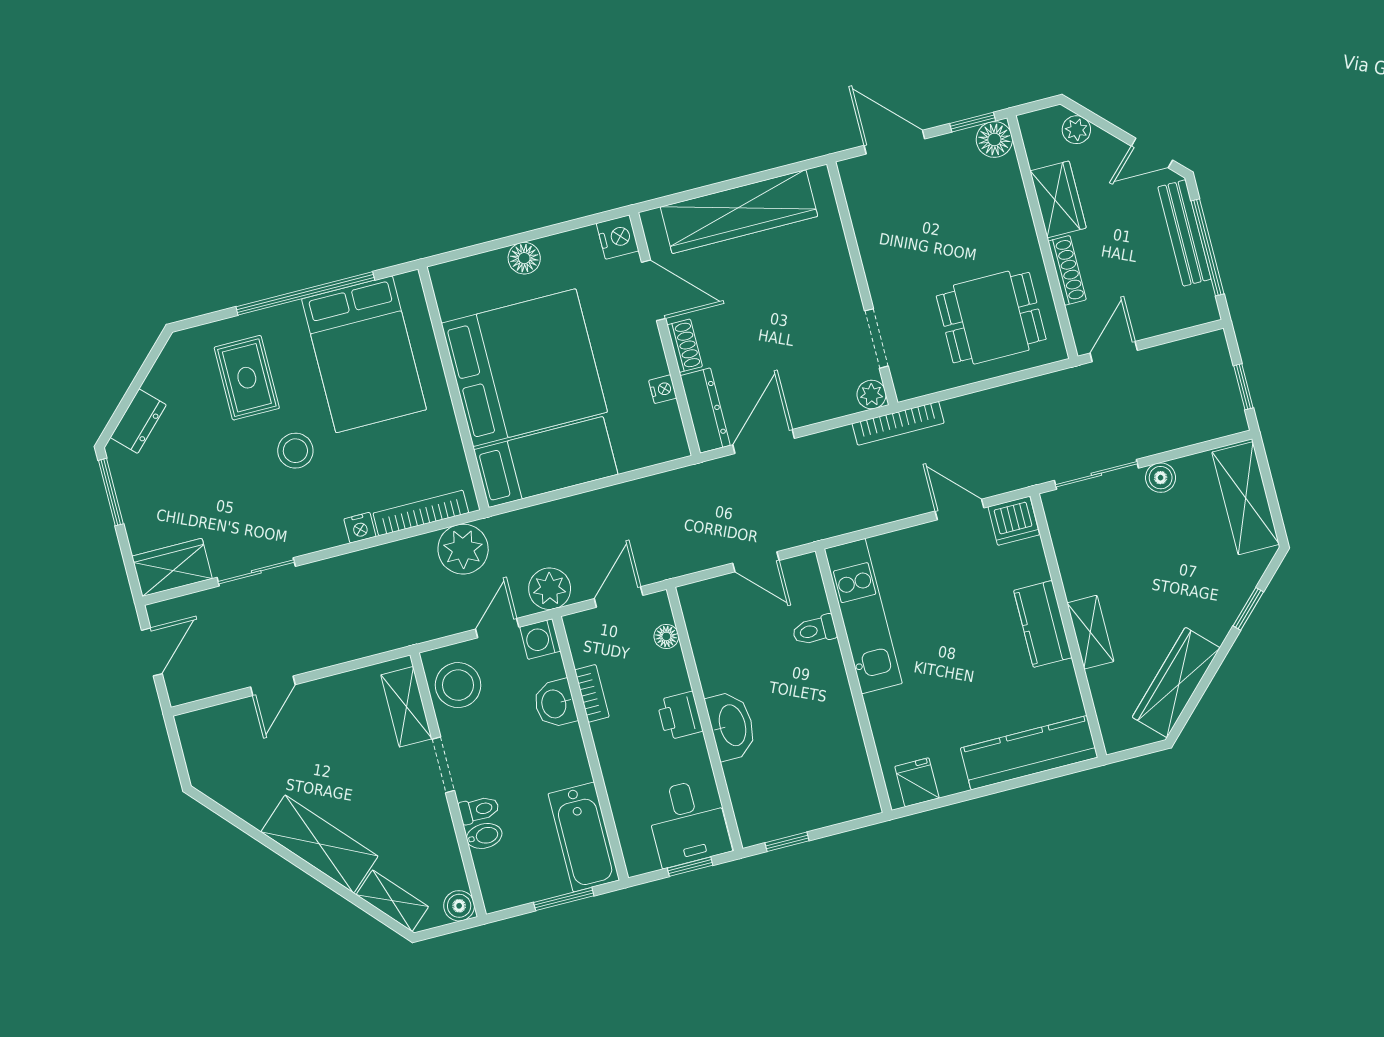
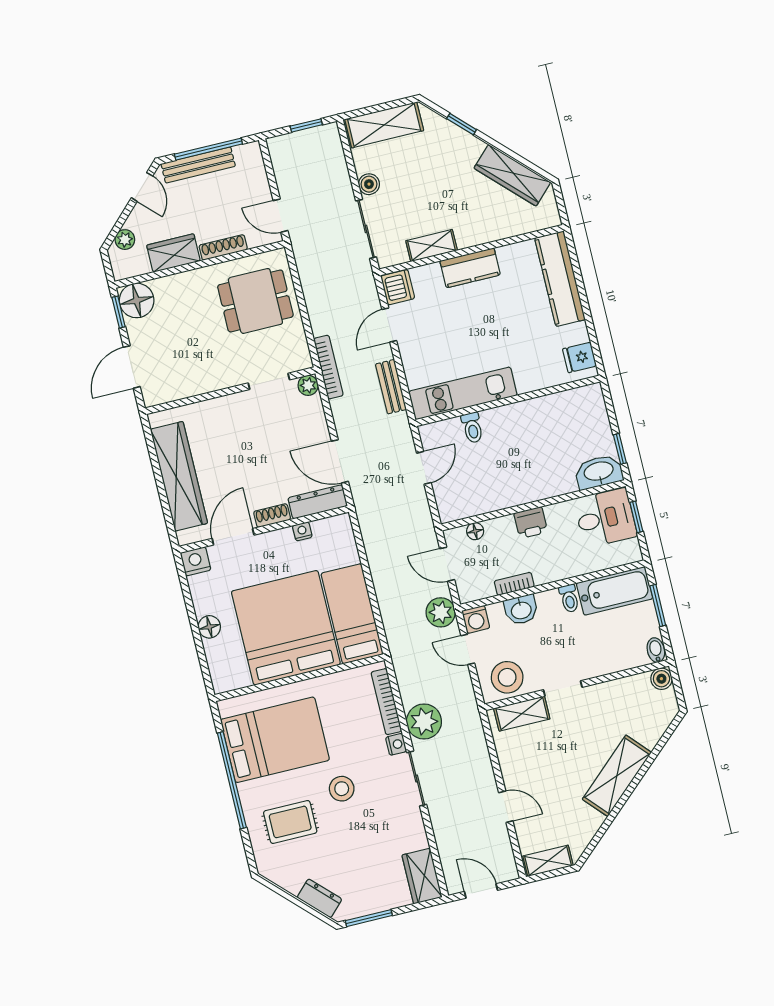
floor lamp: (994, 139) -> (137, 300), width x1.38, depth x1.38
dining table: (991, 318) -> (255, 301), turned 90
bench: (871, 513) -> (391, 387), added
plant: (463, 549) -> (424, 722), moved
sliding door: (256, 572) -> (417, 779), moved
shelving: (1090, 632) -> (432, 246), moved
washbasin: (731, 726) -> (599, 472), moved
toilet: (479, 810) -> (569, 598), moved, turned 180
bidet: (484, 836) -> (656, 650), moved
shelving: (392, 901) -> (548, 861), moved, turned 42

